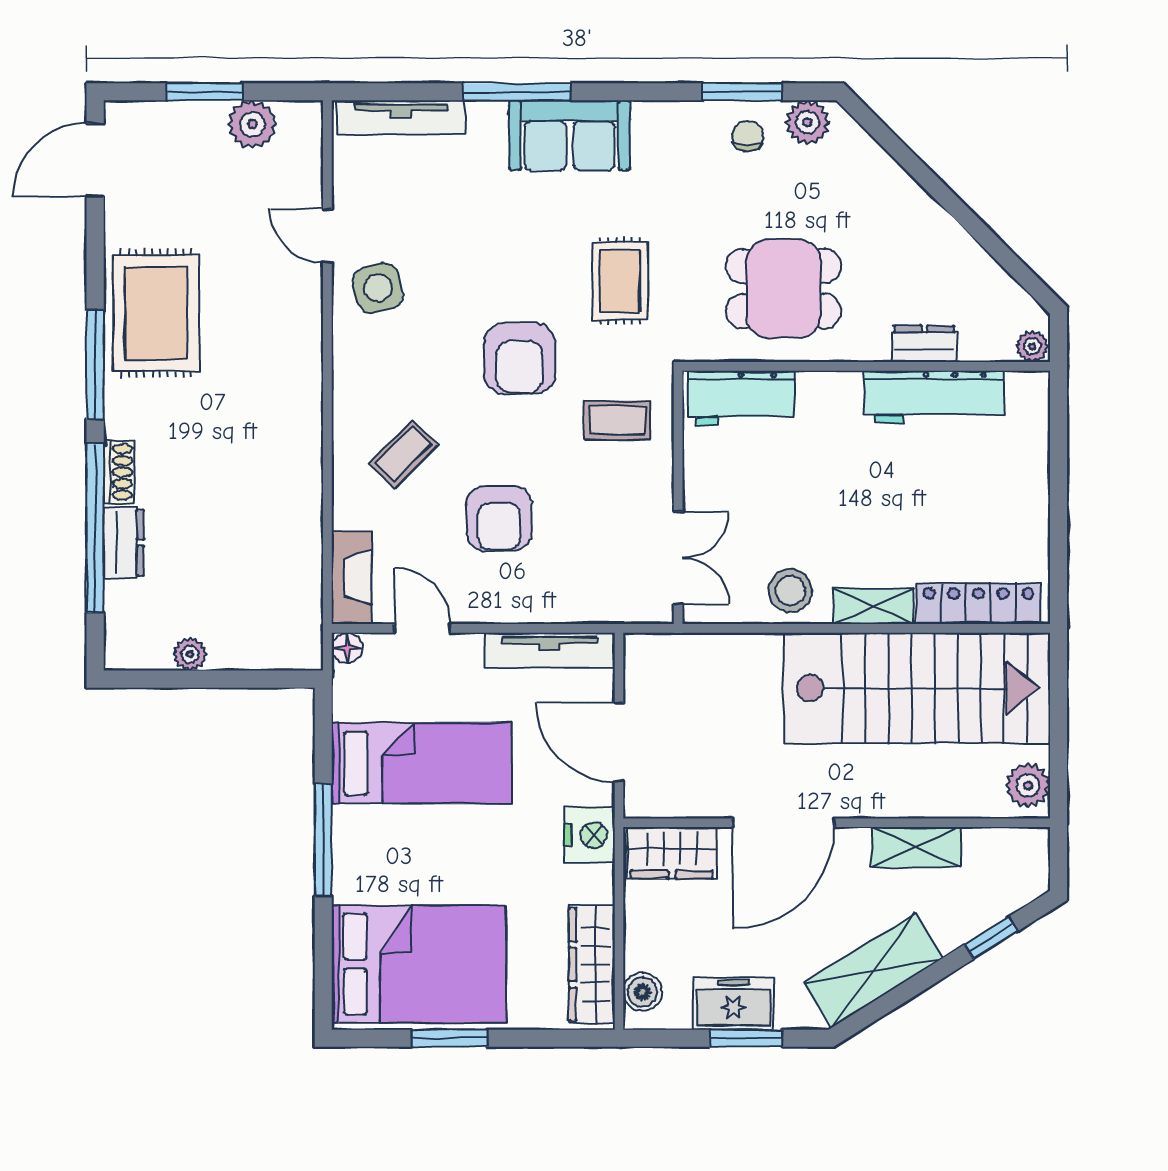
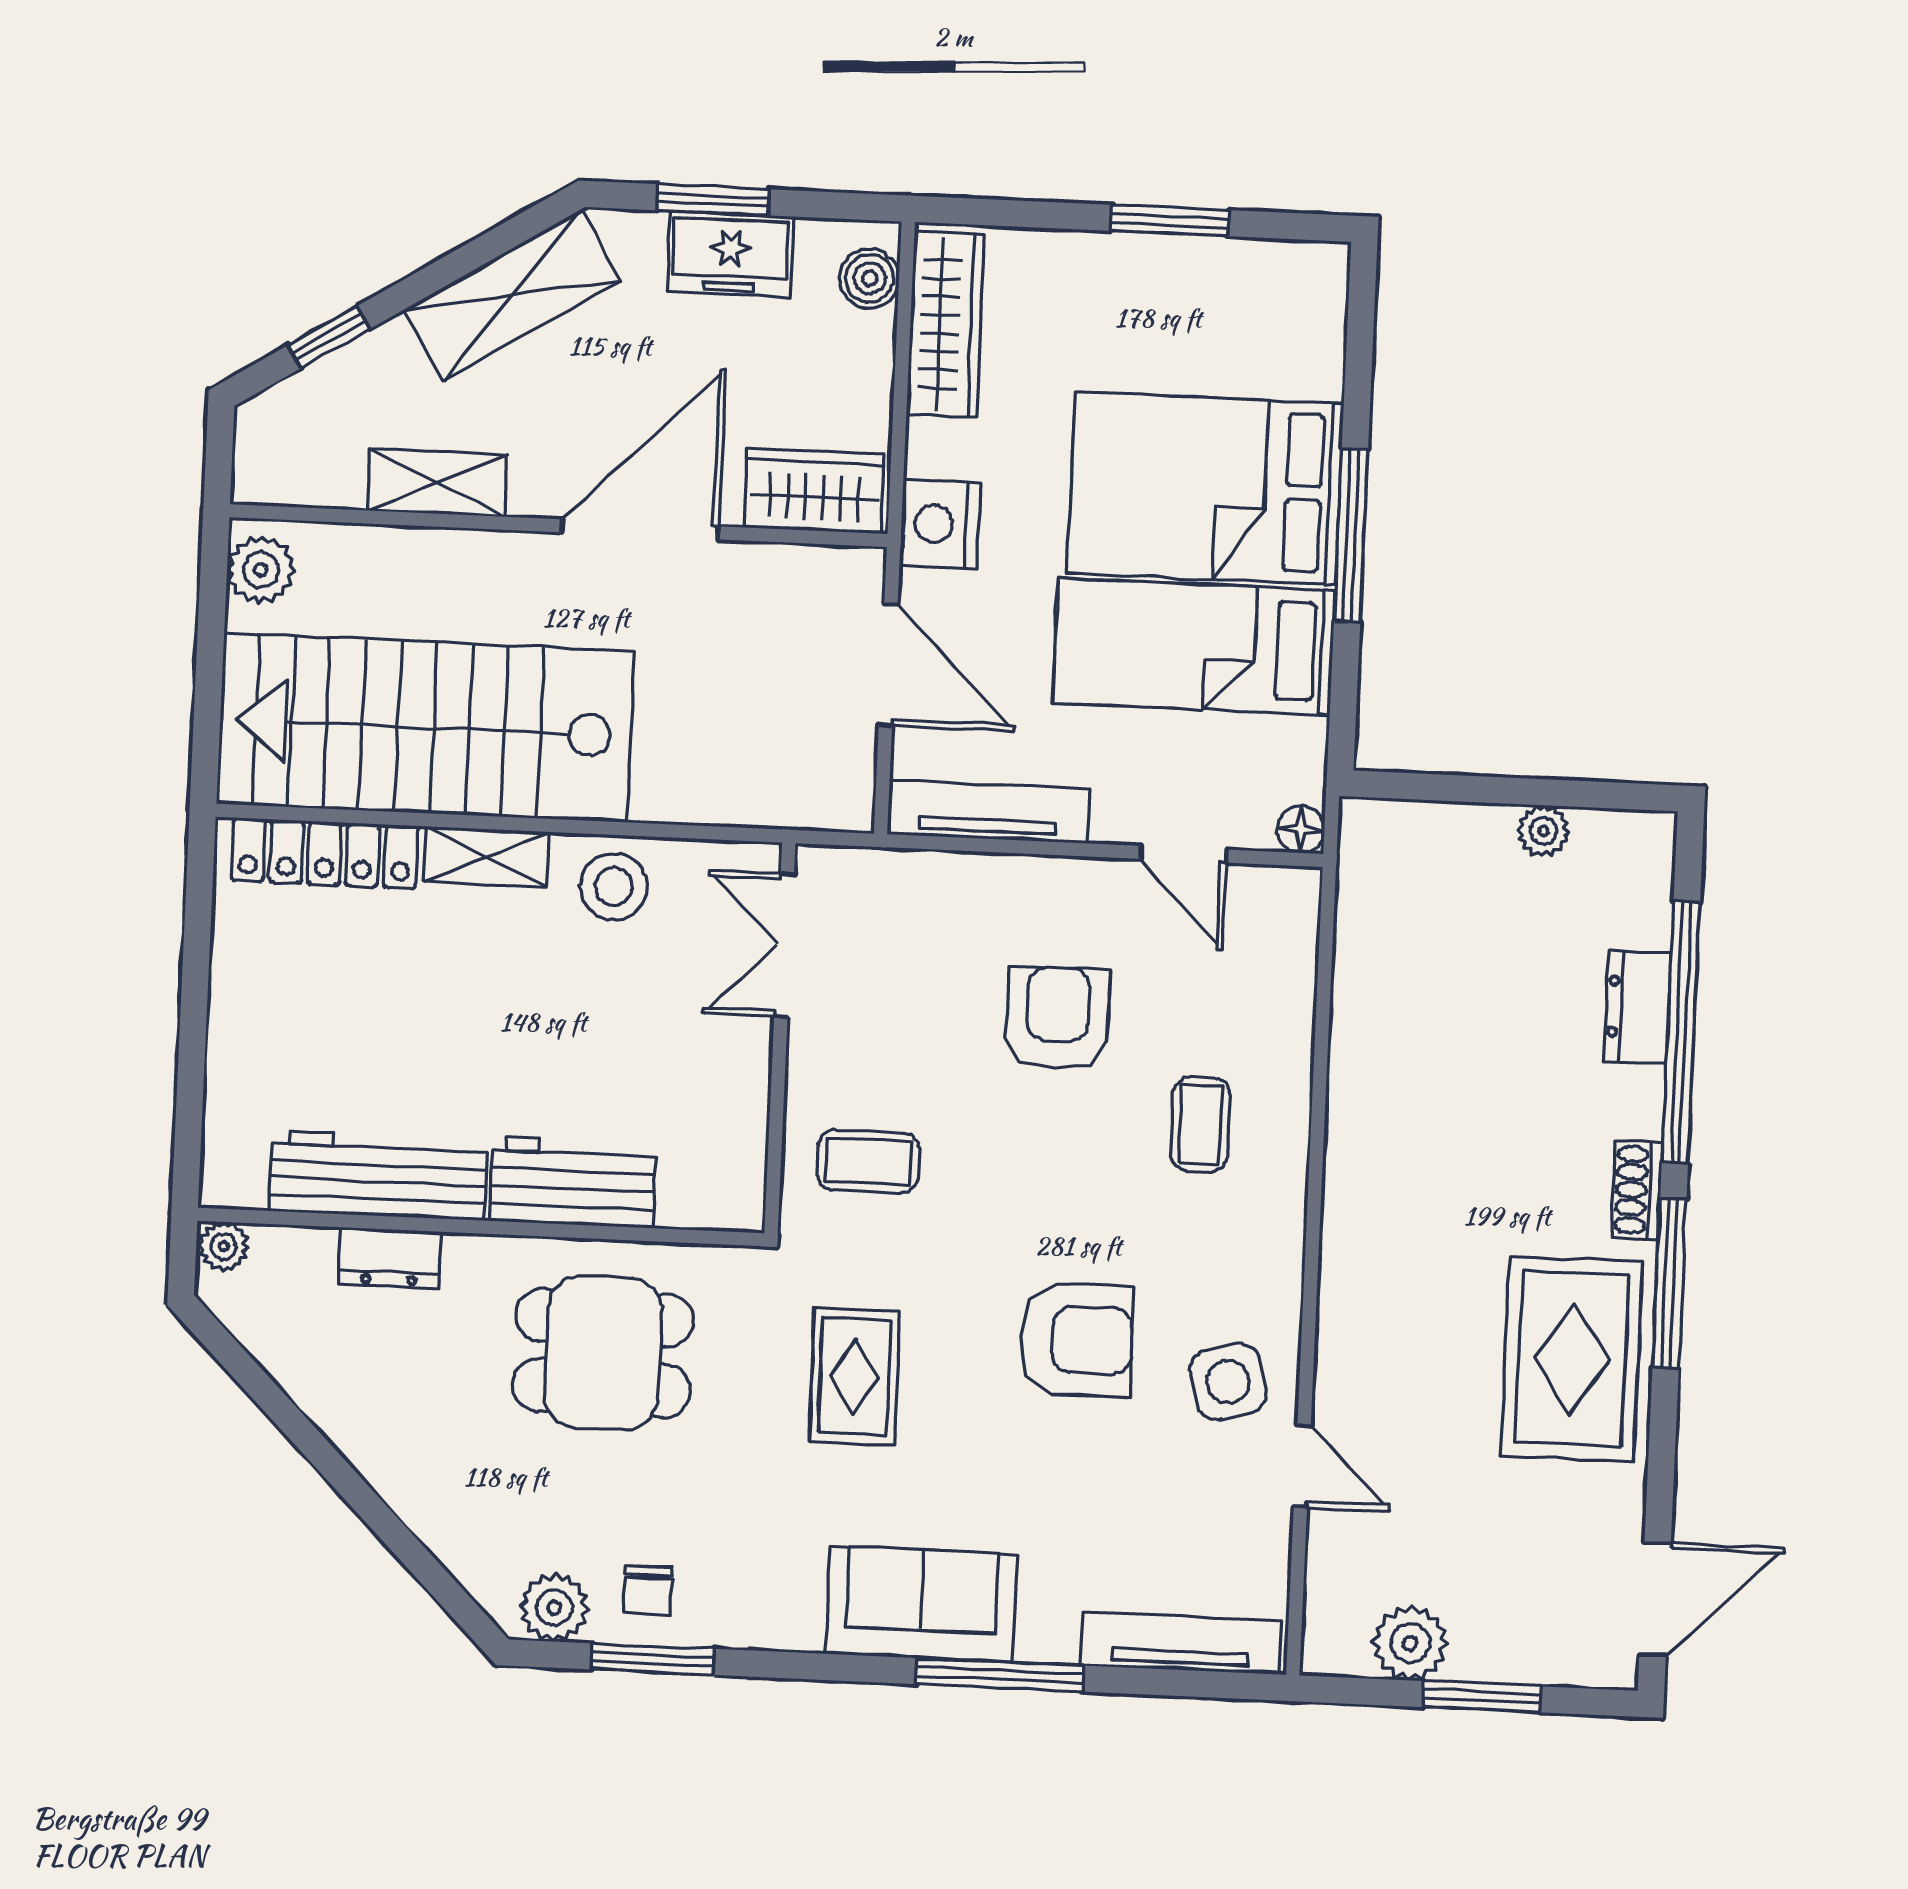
armchair: (520, 358) -> (1077, 1340), moved, turned 90
workbench: (741, 398) -> (573, 1182), moved
coffee table: (403, 454) -> (1200, 1124), turned -45
shoe rack: (119, 472) -> (1637, 1190), moved
fireplace: (352, 578) -> (1289, 937), removed
bed: (419, 964) -> (1205, 488), moved

